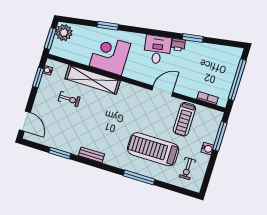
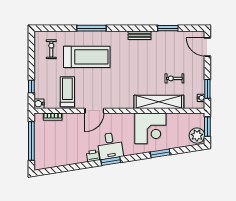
window: (193, 38) -> (111, 161), moved
window: (220, 136) -> (31, 86), width x0.46
water cooler: (207, 149) -> (39, 104), moved

